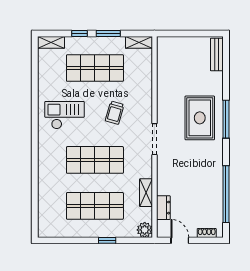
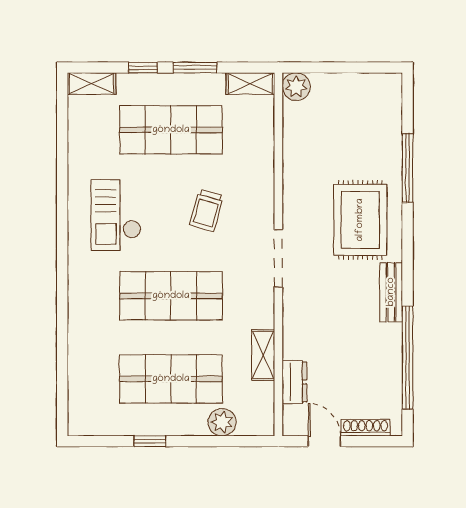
plant: (164, 44) -> (296, 87), added
bench: (217, 55) -> (391, 292), moved
checkout: (64, 115) -> (116, 215), turned -90
window: (226, 119) -> (408, 168), moved
plant: (145, 230) -> (222, 422), moved
shoe rack: (207, 233) -> (366, 428), width x1.43
window: (107, 240) -> (150, 441), moved

